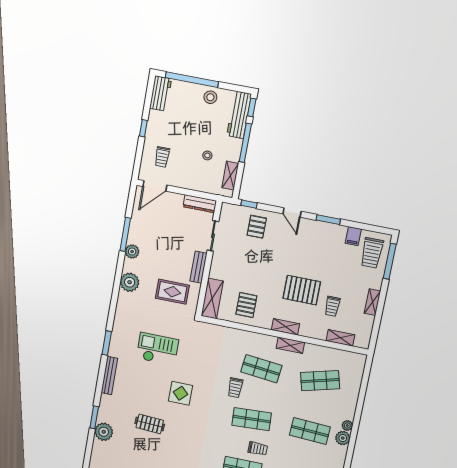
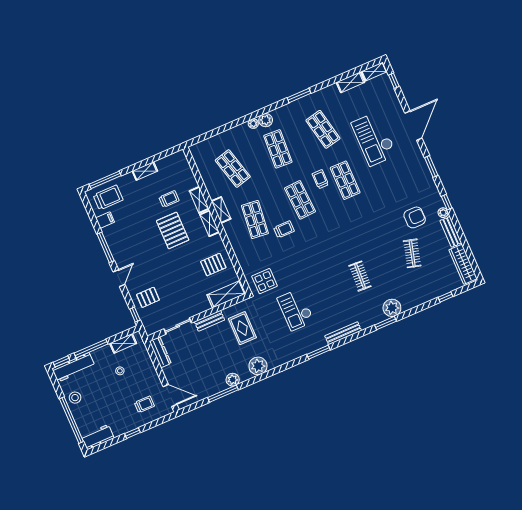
window: (328, 220) -> (106, 247), width x1.44
shelving: (340, 338) -> (199, 200), moved
display table: (181, 393) -> (265, 281), moved

